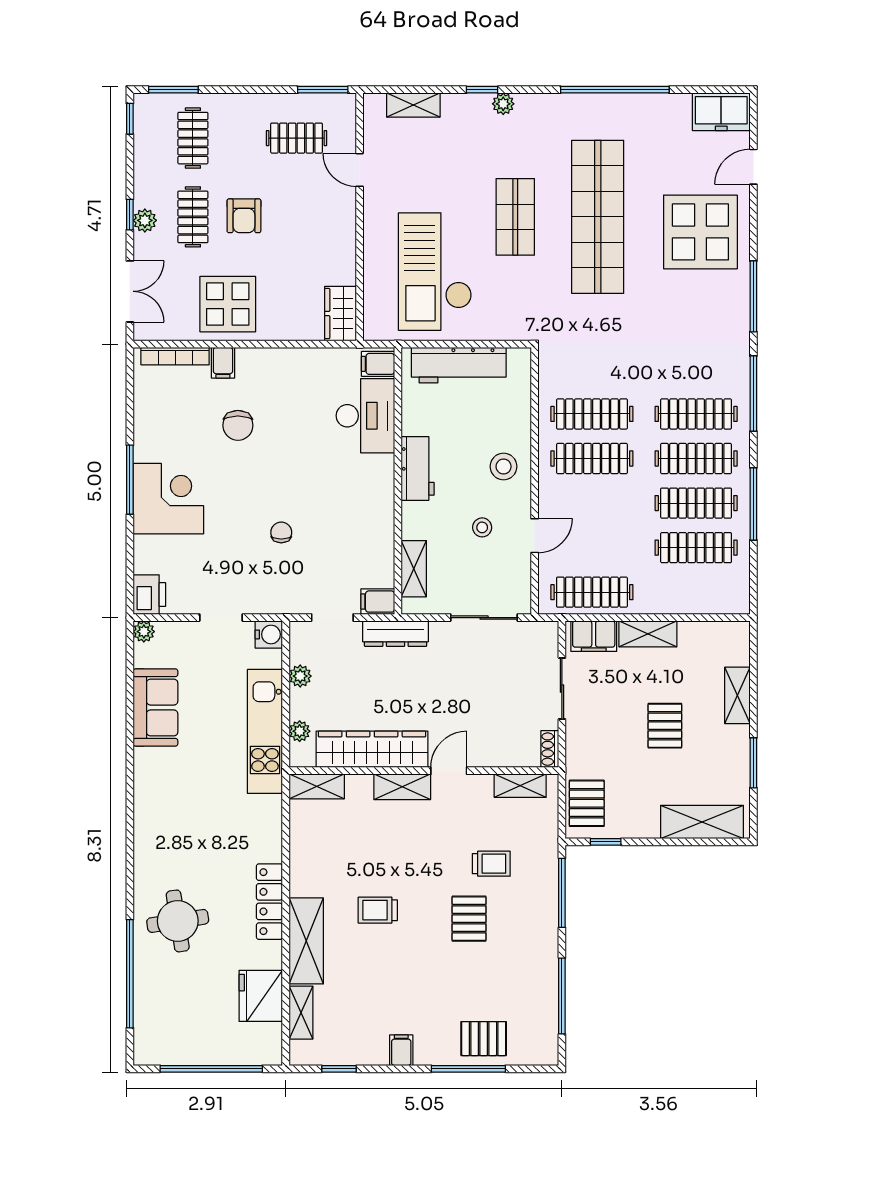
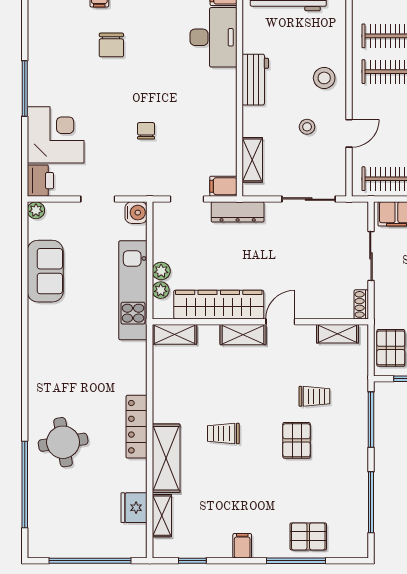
corner desk: (168, 499) -> (56, 135), moved
plant: (300, 676) -> (161, 271), moved
fridge: (261, 996) -> (134, 508), width x0.73, depth x0.75

